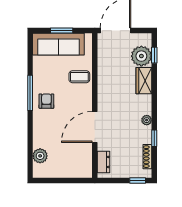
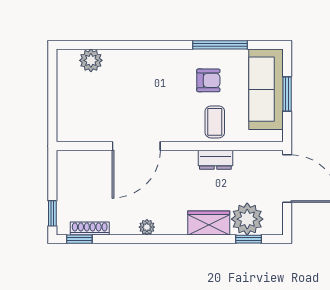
window: (30, 93) -> (220, 45), moved
armchair: (46, 101) -> (208, 80), moved
door: (95, 127) -> (136, 146), swing flipped
window: (154, 138) -> (79, 239), moved
dresser: (104, 162) -> (215, 160), moved

